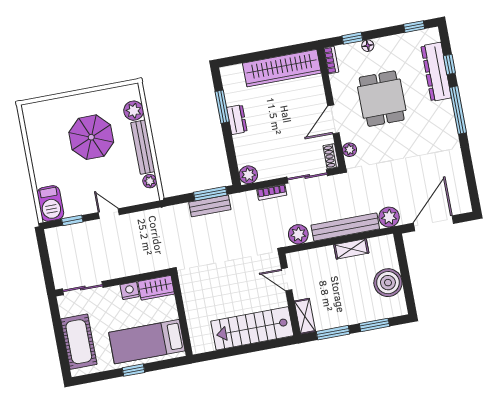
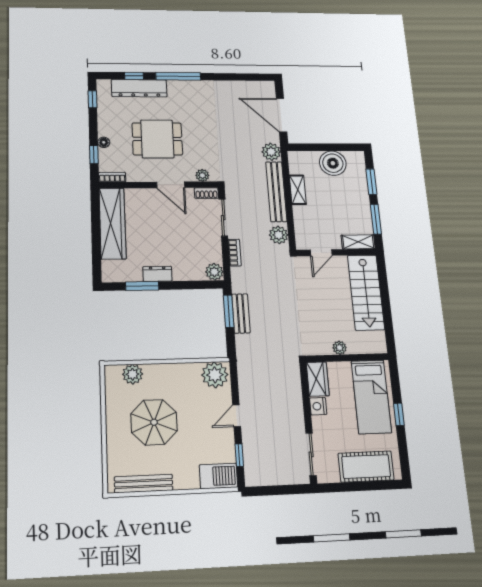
bench: (143, 147) -> (144, 484), moved
plant: (150, 181) -> (215, 375), width x1.87, depth x1.87
plant: (191, 306) -> (340, 348), added

